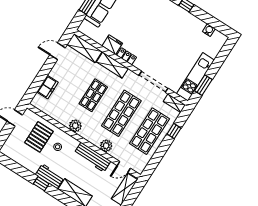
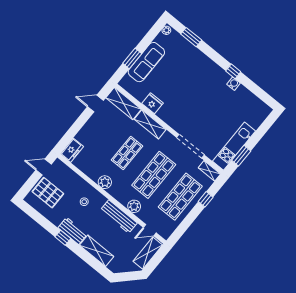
water cooler: (209, 30) -> (234, 84), moved
locker: (127, 56) -> (166, 117), removed
freezer: (47, 87) -> (72, 150), moved
pallet: (39, 137) -> (48, 193), moved, turned 90

